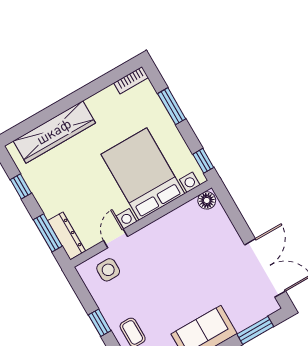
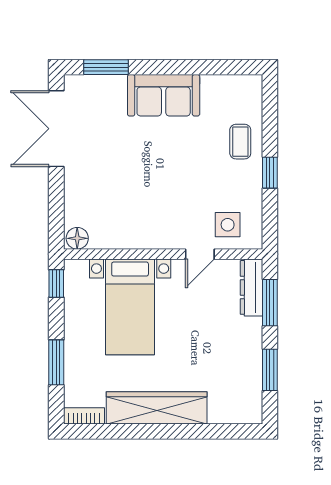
wardrobe: (54, 132) -> (157, 408), moved
bed with nightstands: (143, 174) -> (130, 307), width x0.73
window: (21, 186) -> (270, 370), width x1.50

